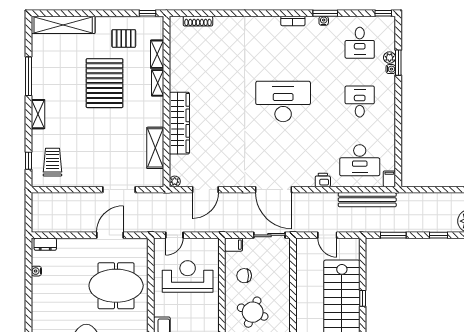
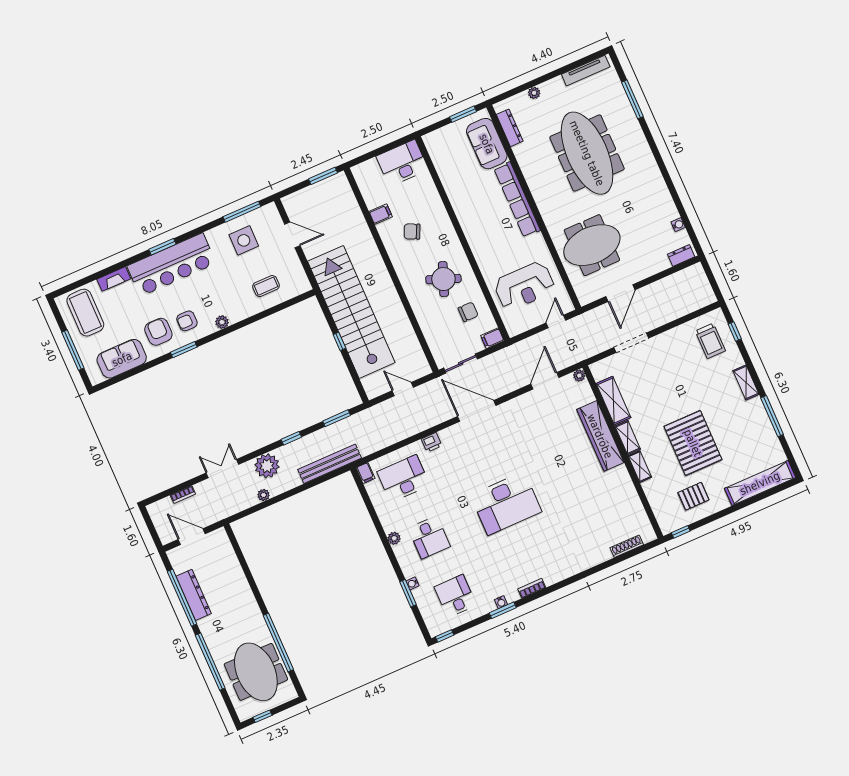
shelving: (157, 54) -> (628, 438), moved
plant: (390, 58) -> (394, 538), moved
bench: (367, 200) -> (330, 464), moved

